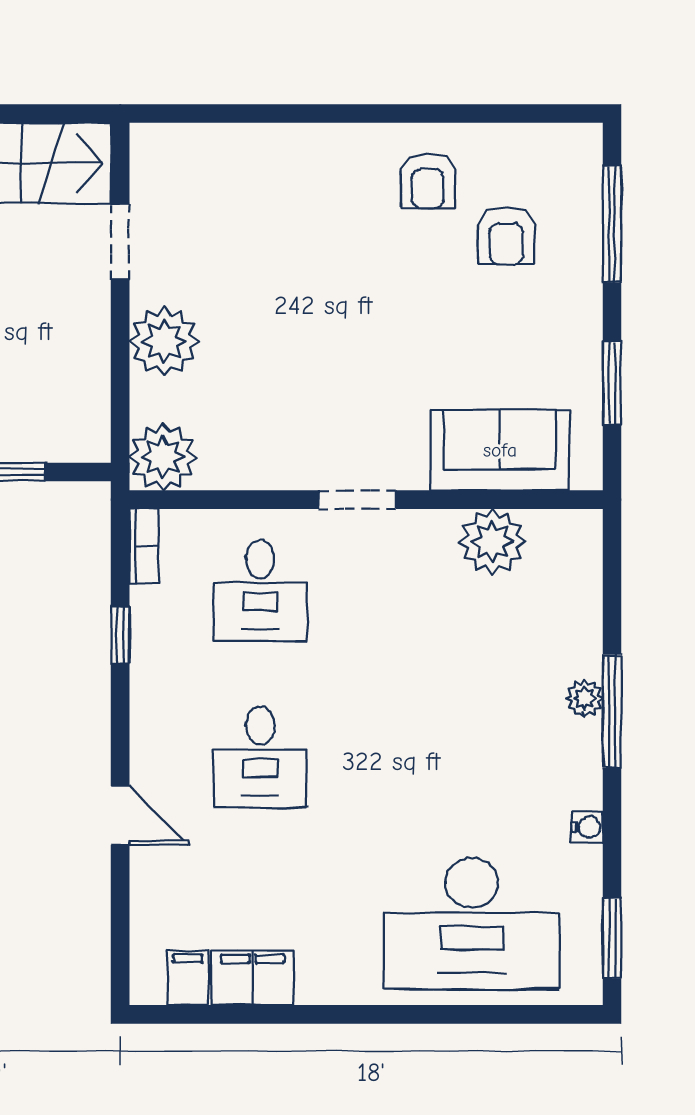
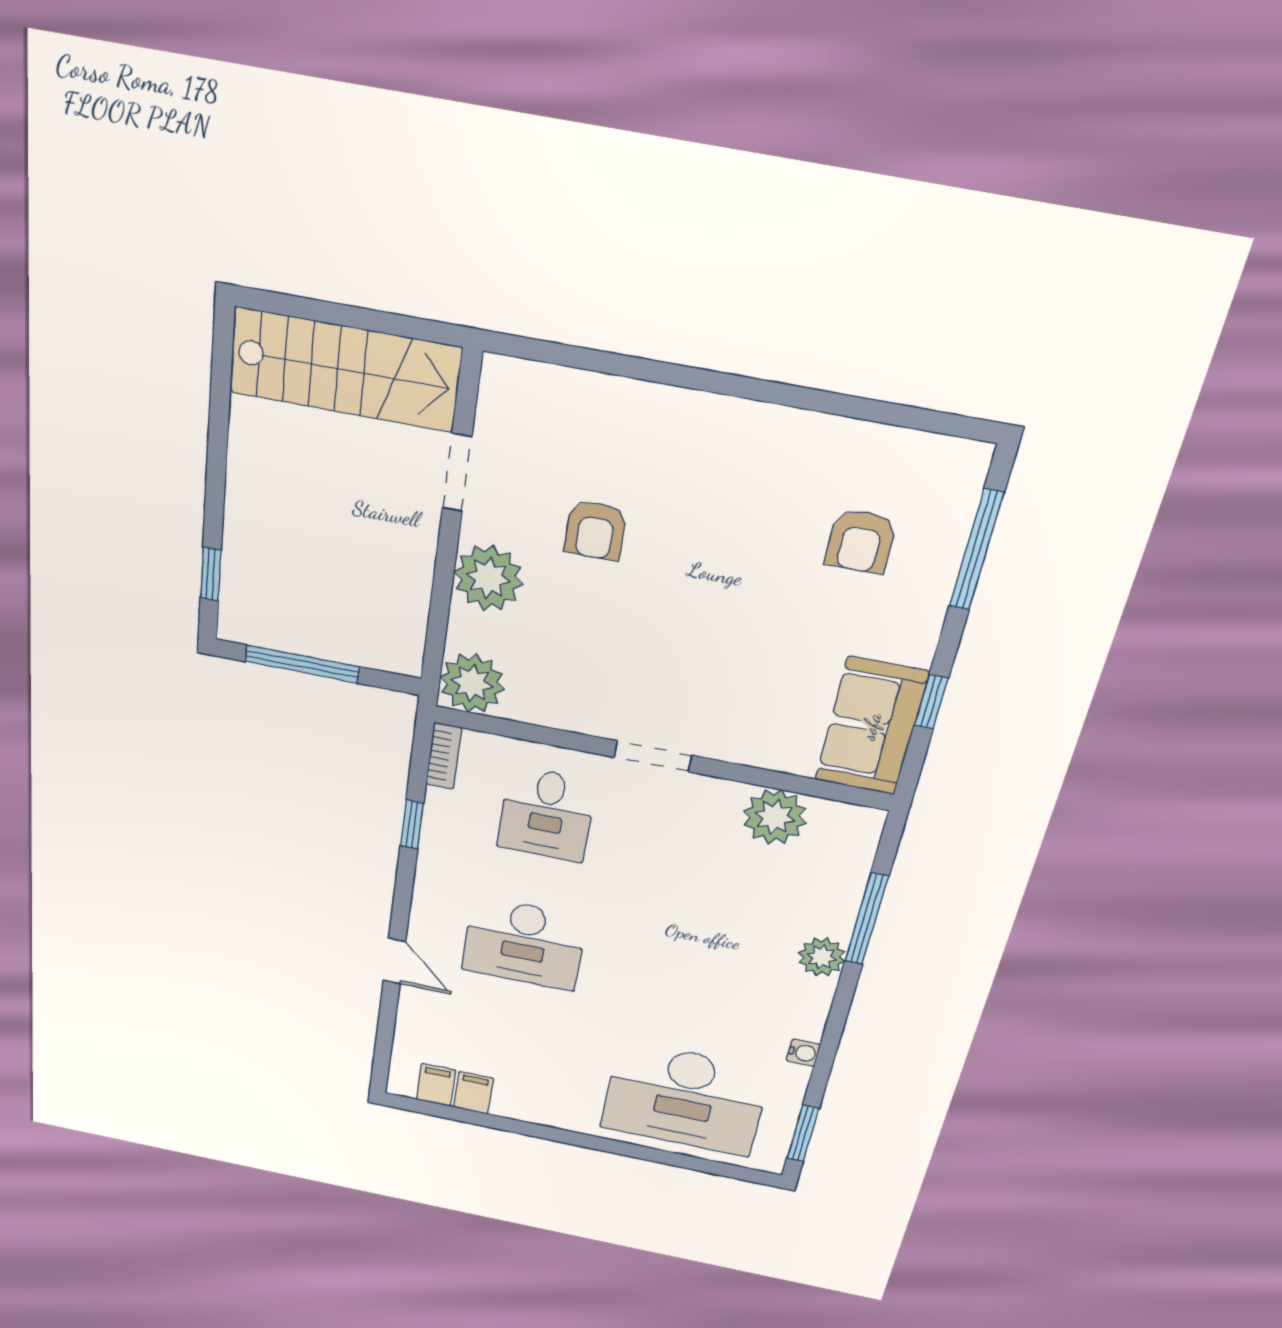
armchair: (428, 181) -> (595, 530), moved
window: (612, 383) -> (931, 702), width x0.67
sofa: (500, 450) -> (871, 726), moved, turned -90
plant: (584, 698) -> (822, 957), width x1.38, depth x1.38
window: (612, 711) -> (867, 919), moved
desk: (260, 757) -> (524, 943), width x1.37
filing cabinet: (253, 978) -> (473, 1093), width x0.50

